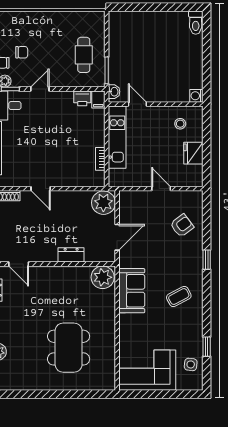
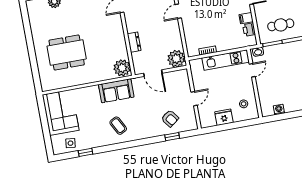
washing machine: (196, 96) -> (279, 110), moved
filing cabinet: (98, 99) -> (246, 18), moved
window: (207, 260) -> (172, 137), moved

